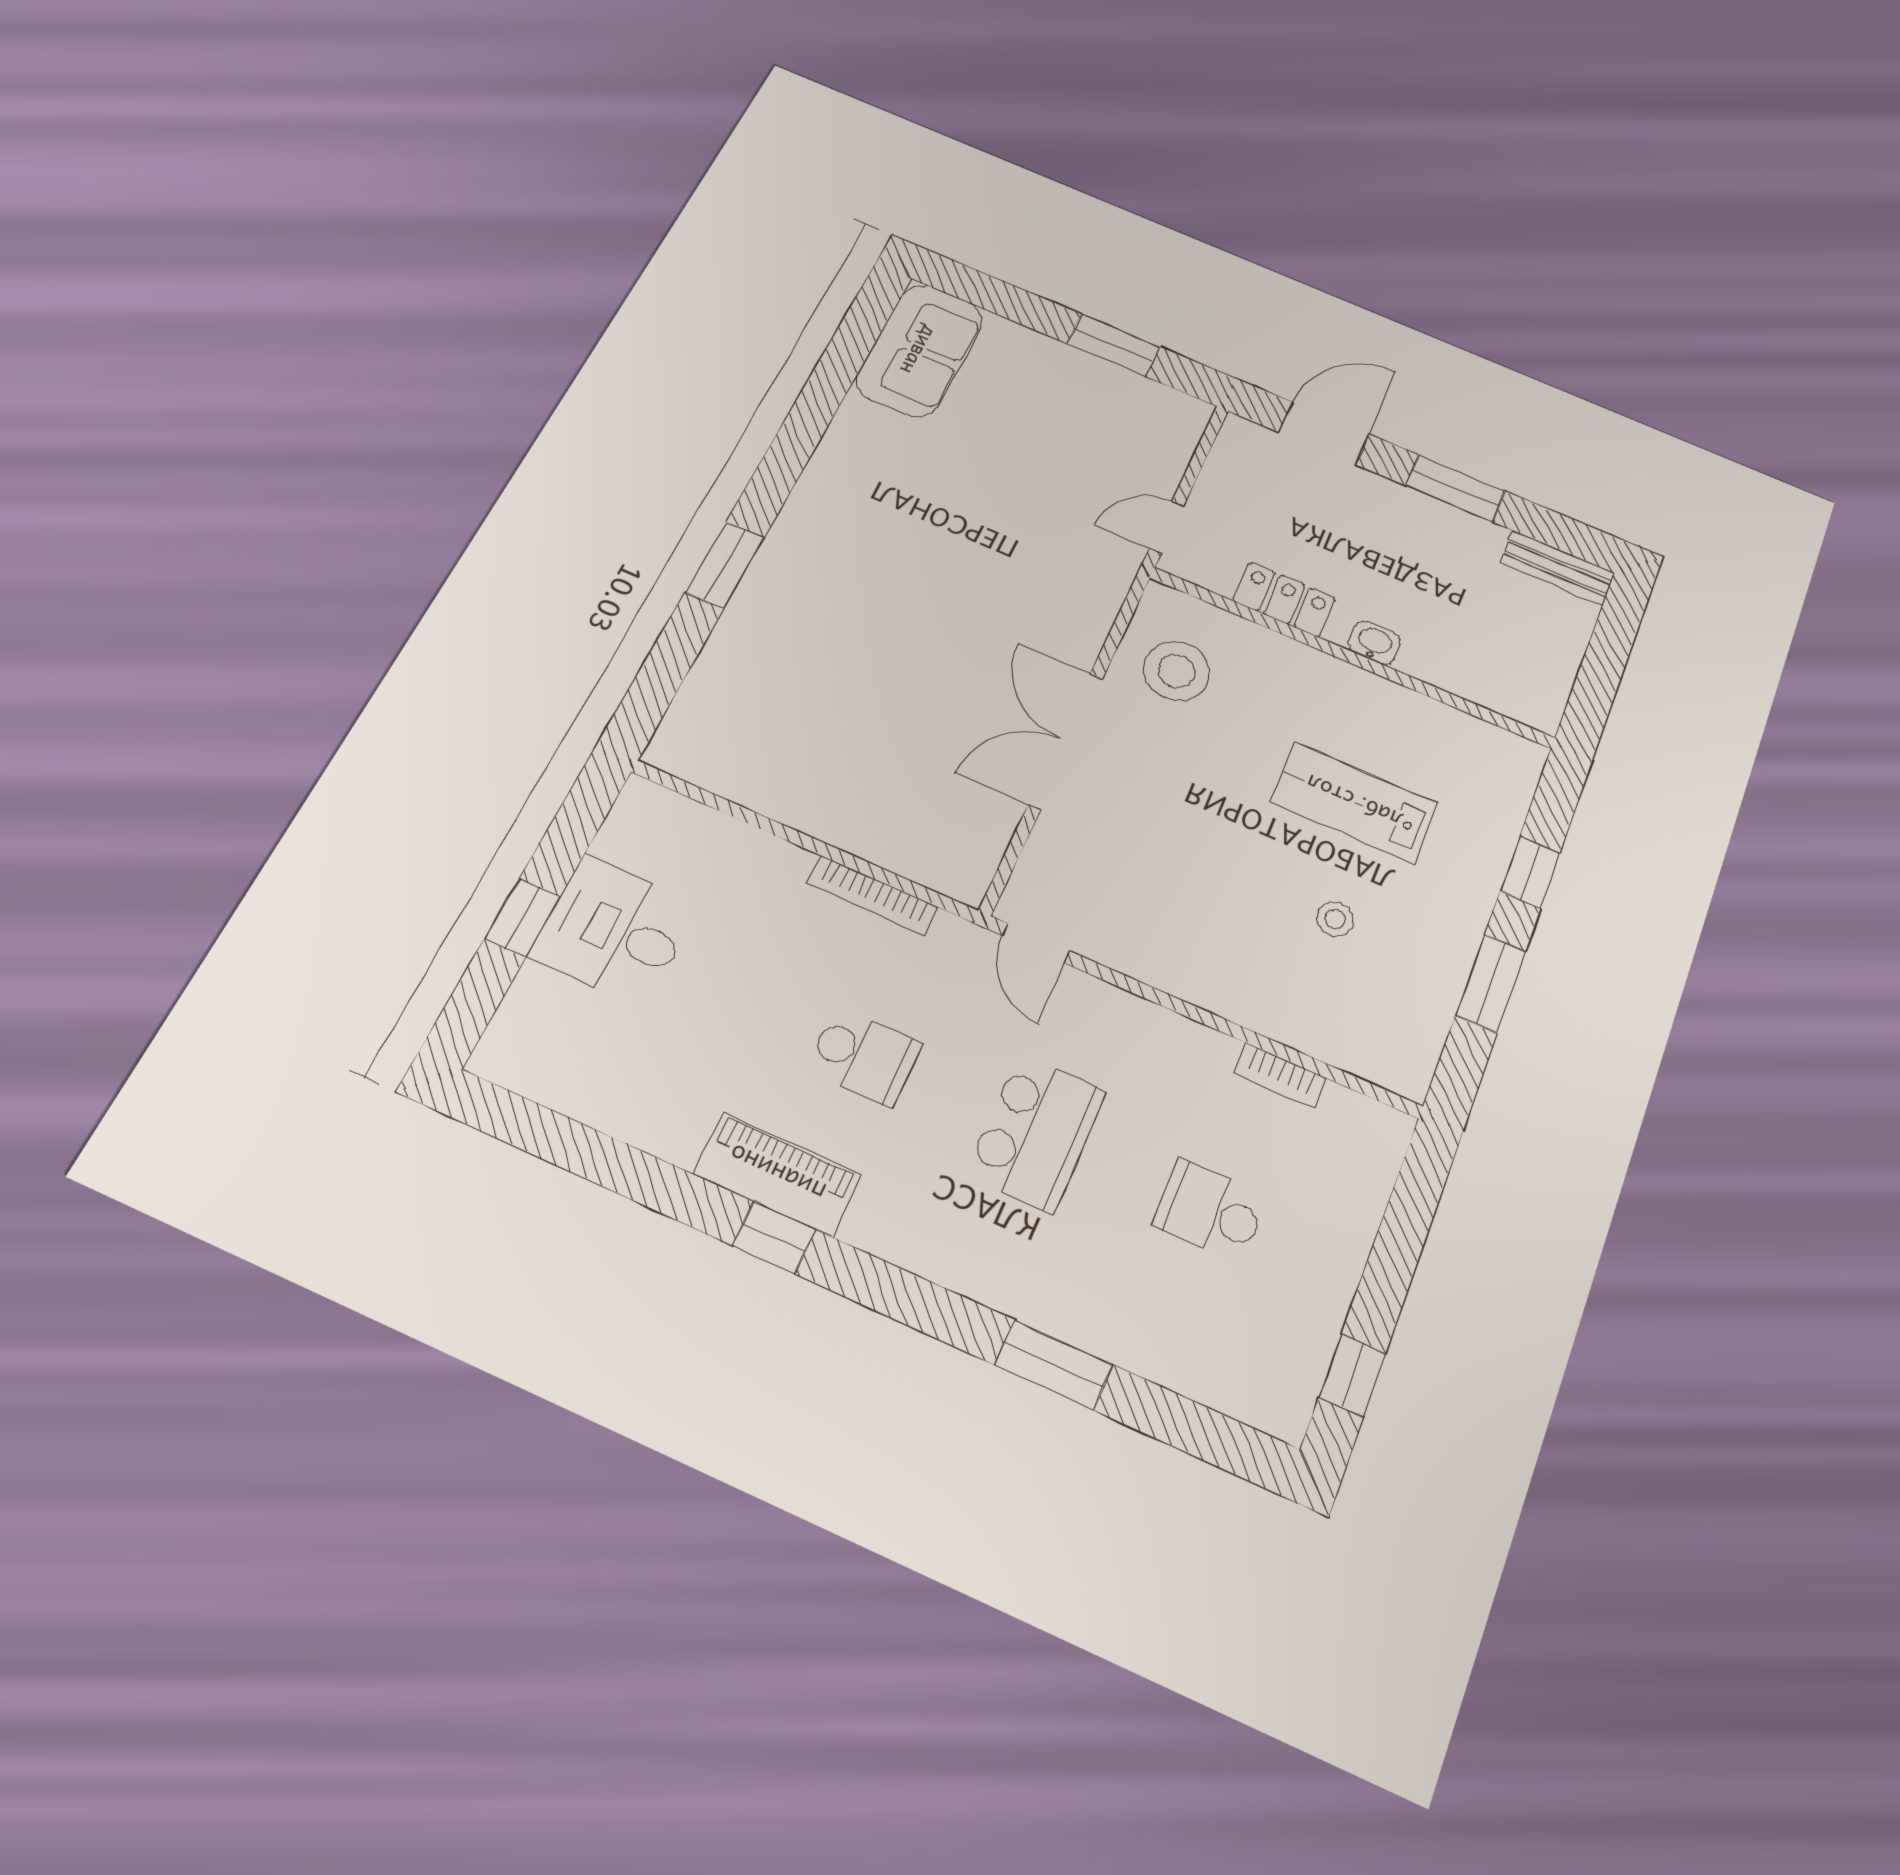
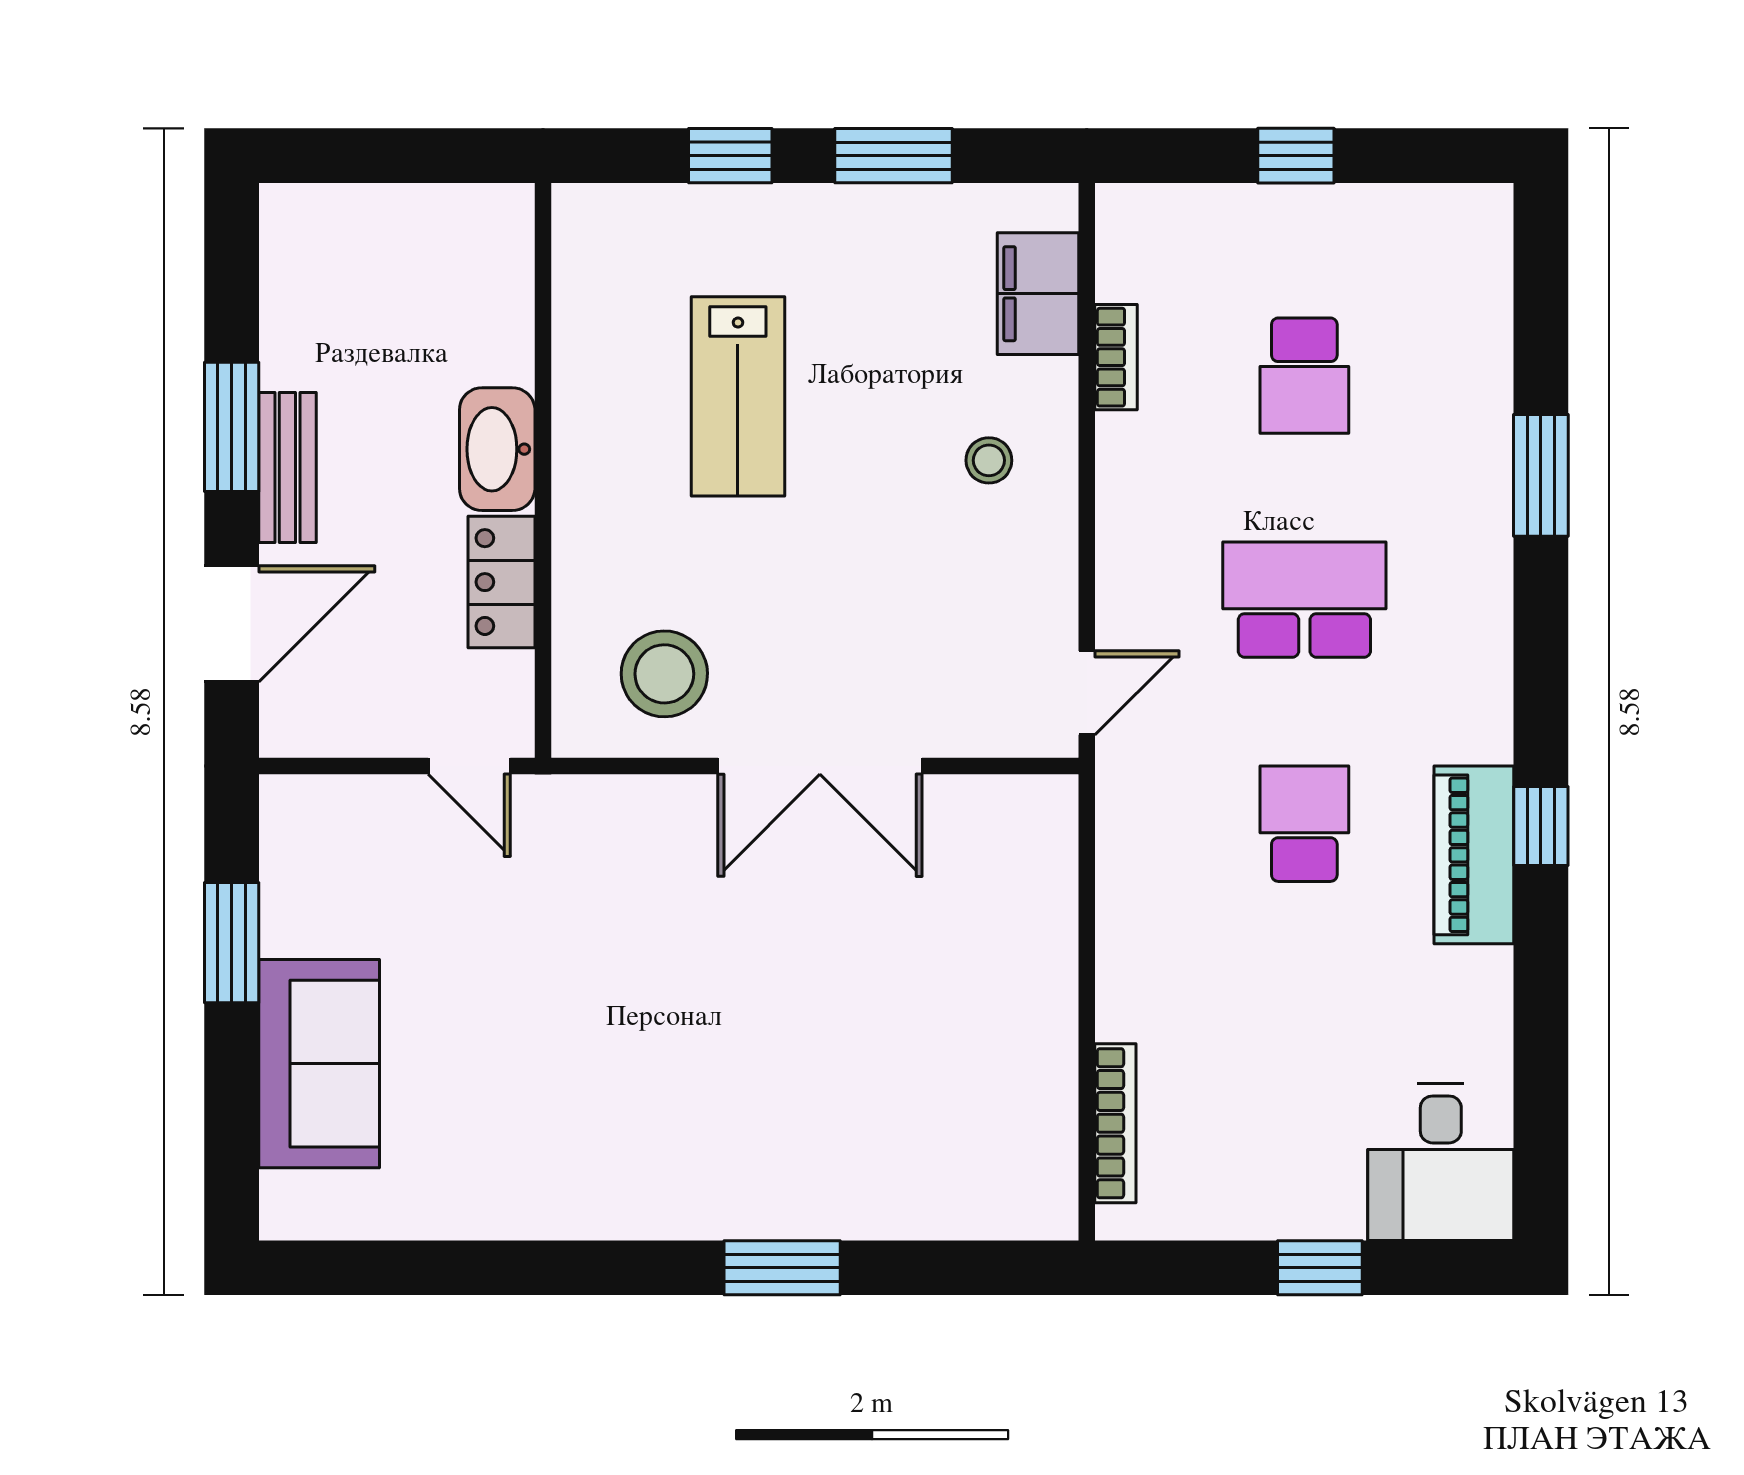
sofa: (920, 350) -> (319, 1064), moved, turned 90
door: (1324, 433) -> (232, 624), swing flipped
bench: (1557, 568) -> (287, 467), moved
washbasin: (1375, 643) -> (497, 449), width x1.91, depth x1.45
bookcase: (872, 895) -> (1115, 1123), moved
stool: (1335, 919) -> (989, 460), moved
desk: (614, 931) -> (1441, 1162), moved
filing cabinet: (1350, 1040) -> (1038, 294), added
window: (1352, 1375) -> (1296, 156), moved

